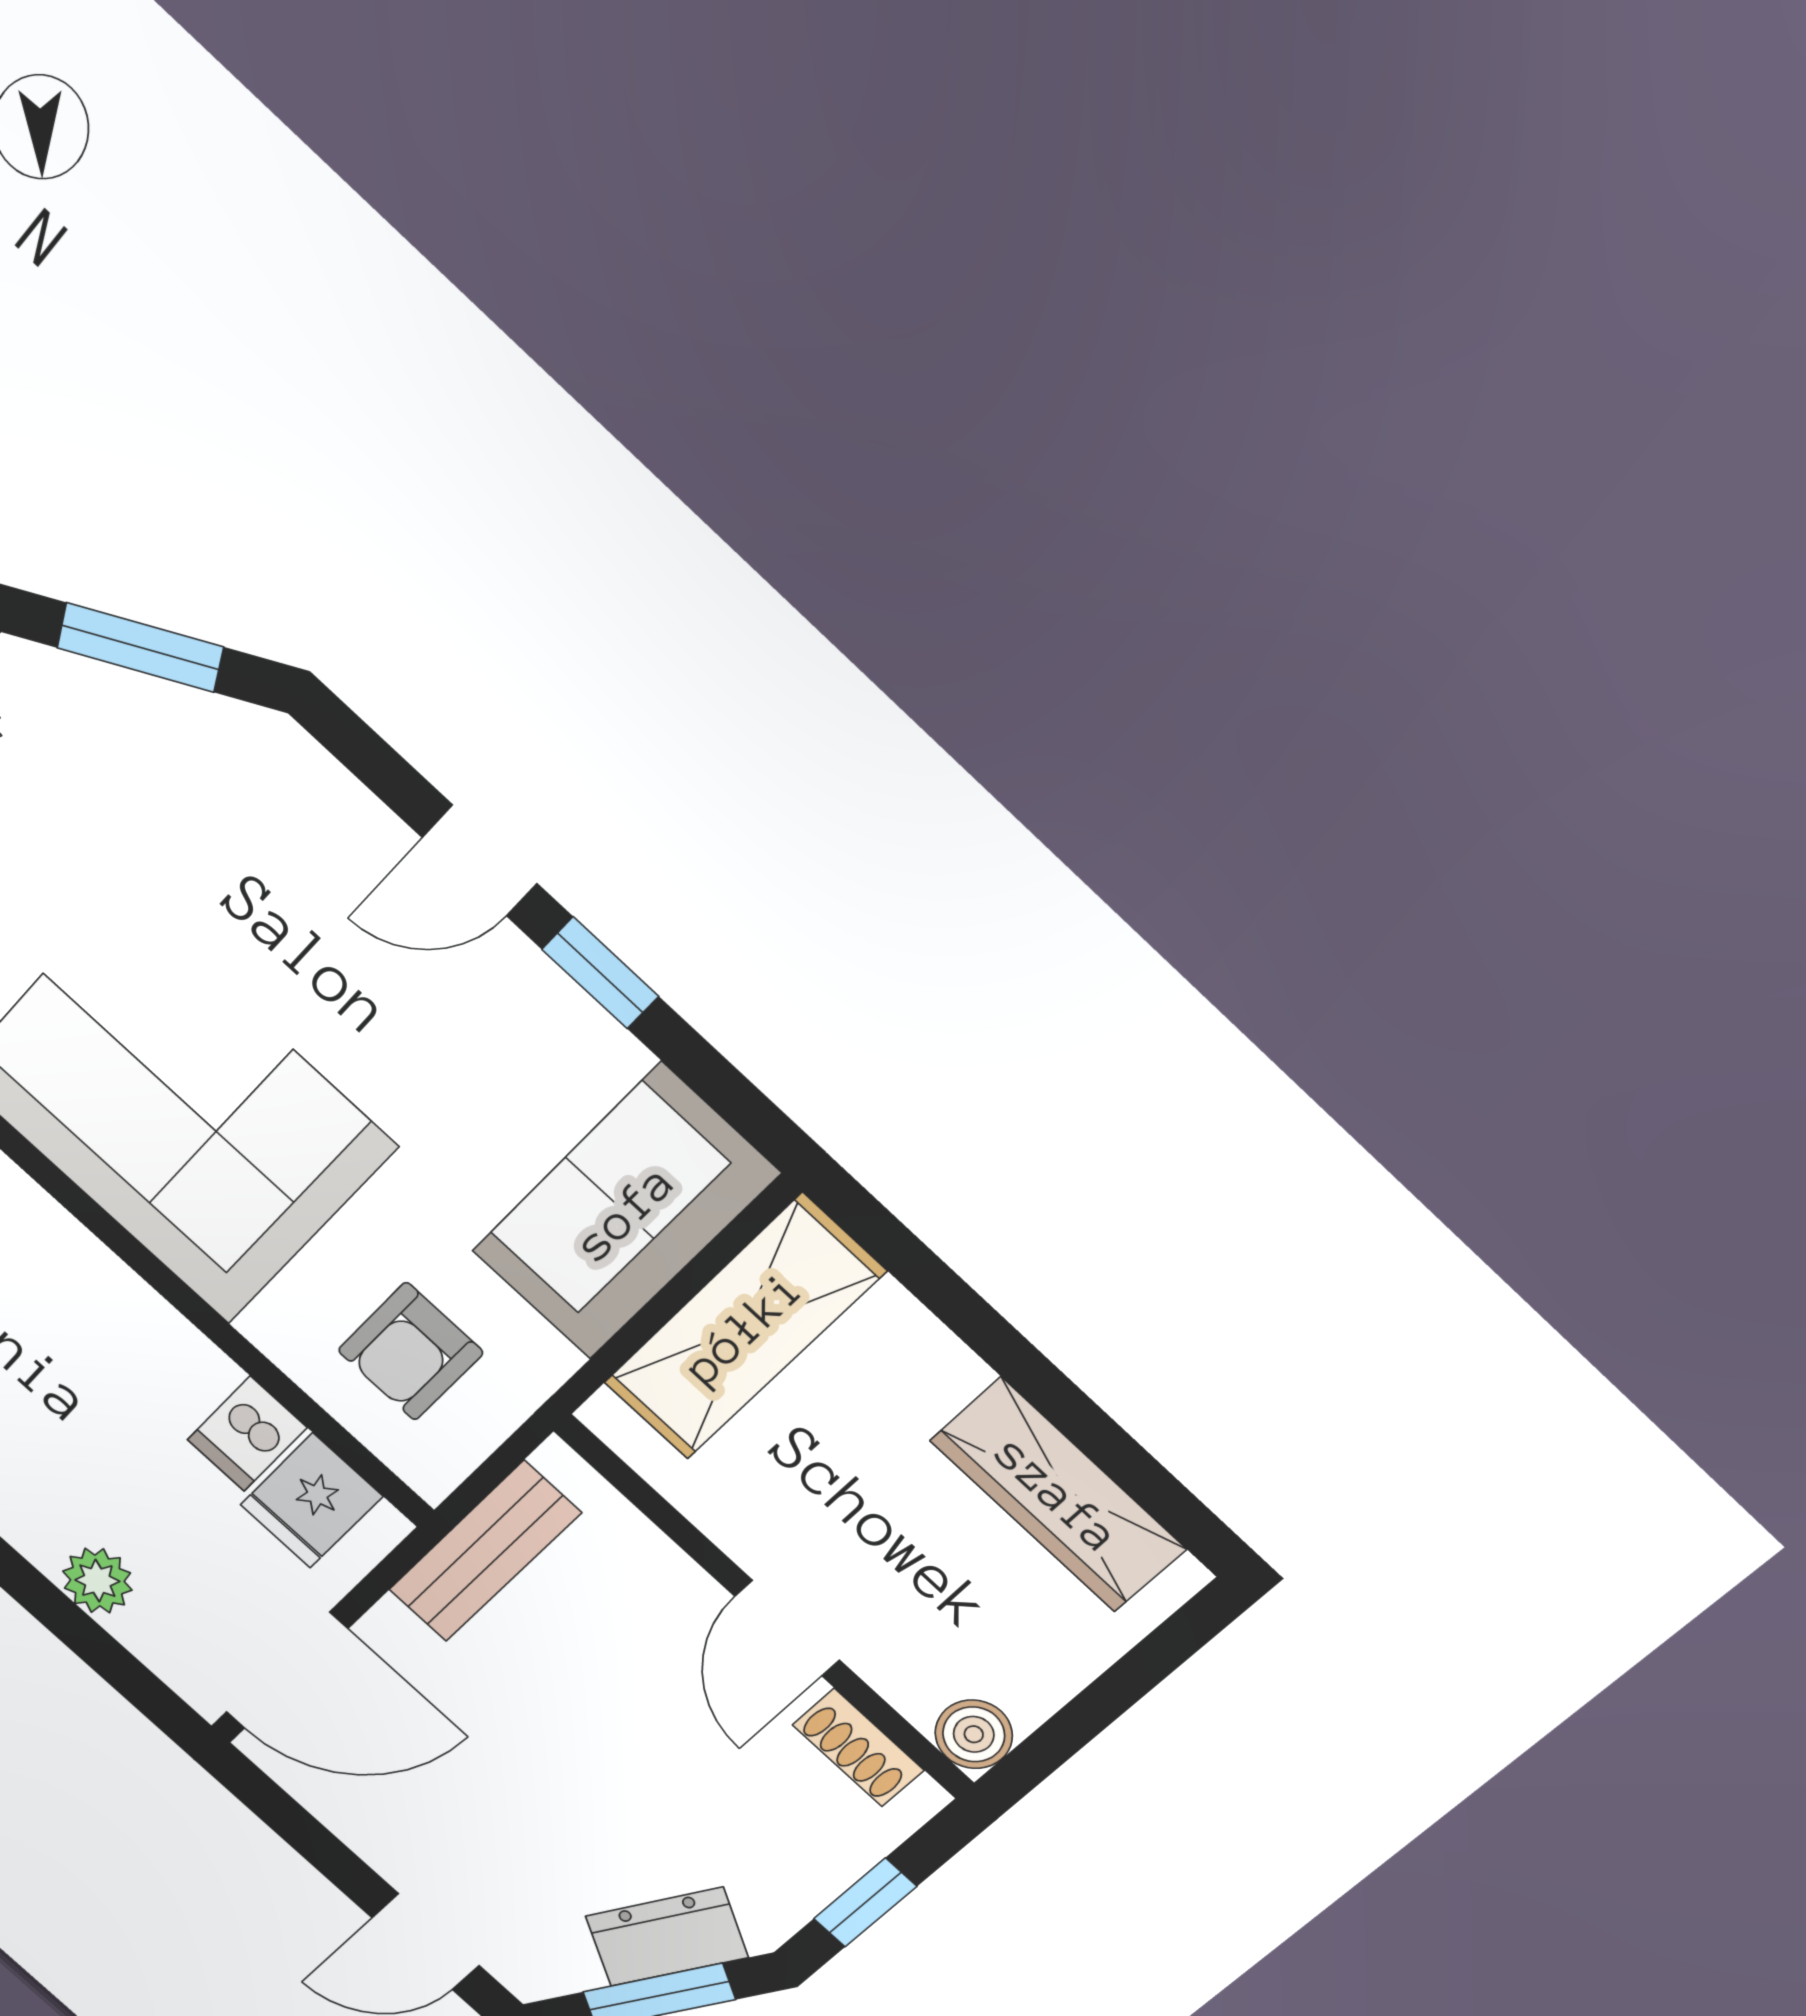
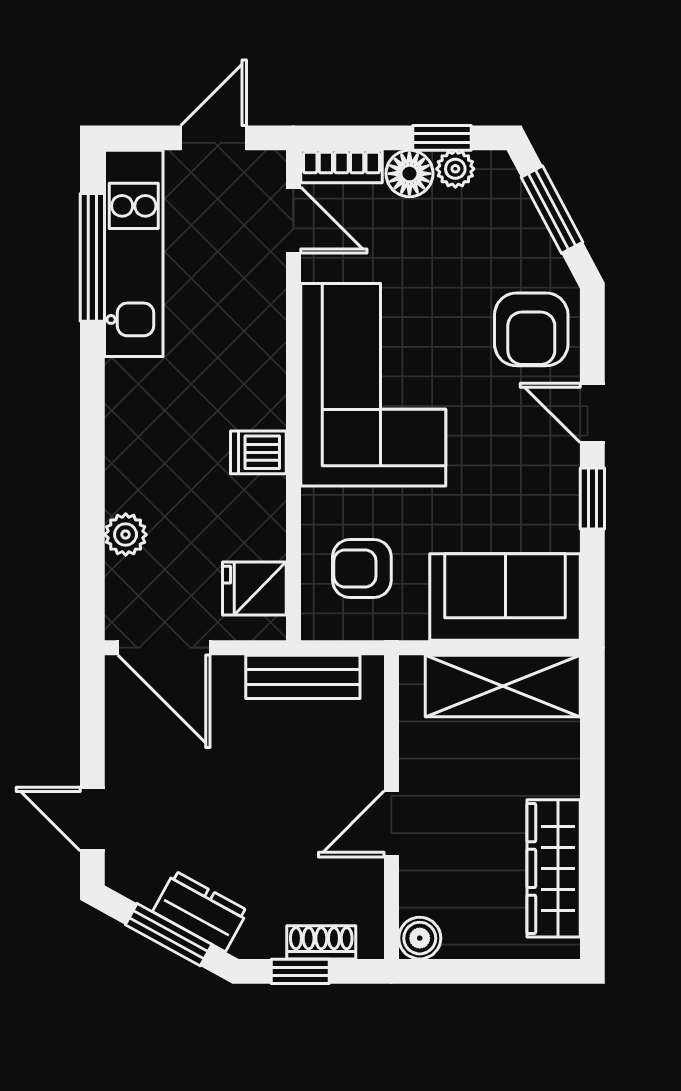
armchair: (285, 834) -> (531, 329), added
dishwasher: (247, 1434) -> (258, 452), moved
shoe rack: (858, 1747) -> (321, 942), moved, turned 90

